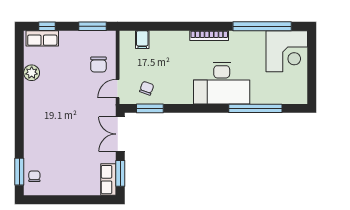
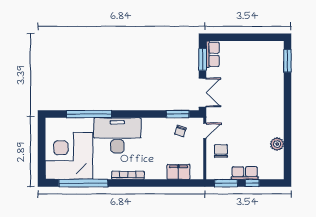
window: (47, 26) -> (252, 183), moved
row of seats: (42, 38) -> (245, 173), moved
filing cabinet: (142, 40) -> (178, 172), width x2.00
corner desk: (287, 51) -> (69, 156), width x1.36, depth x1.36
chair: (34, 176) -> (275, 57), removed

